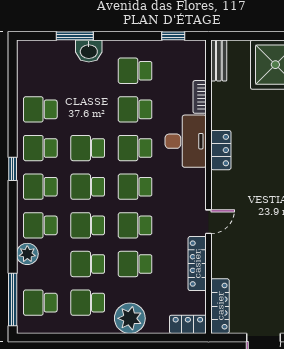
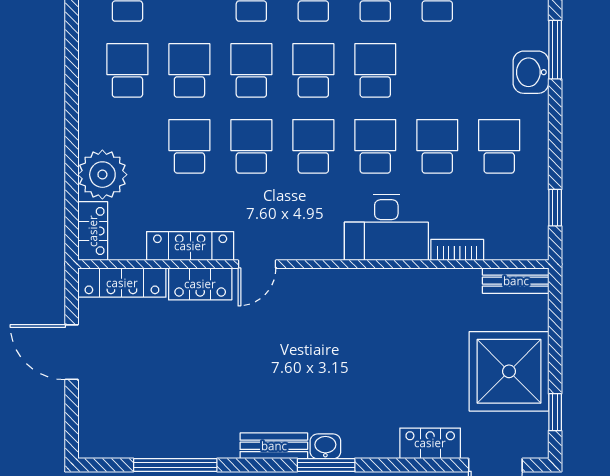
locker: (221, 150) -> (200, 284), moved
door: (209, 222) -> (257, 264), hinge flipped
plant: (130, 318) -> (102, 175), moved

